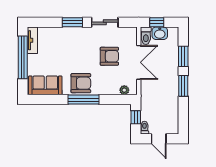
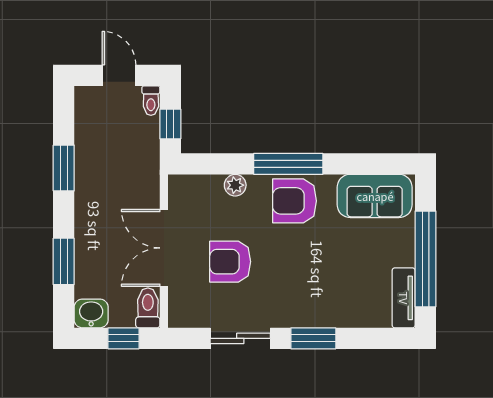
washbasin: (160, 33) -> (91, 313), moved
window: (183, 86) -> (64, 168), moved
plant: (124, 90) -> (235, 185), moved

